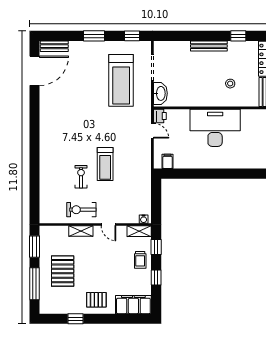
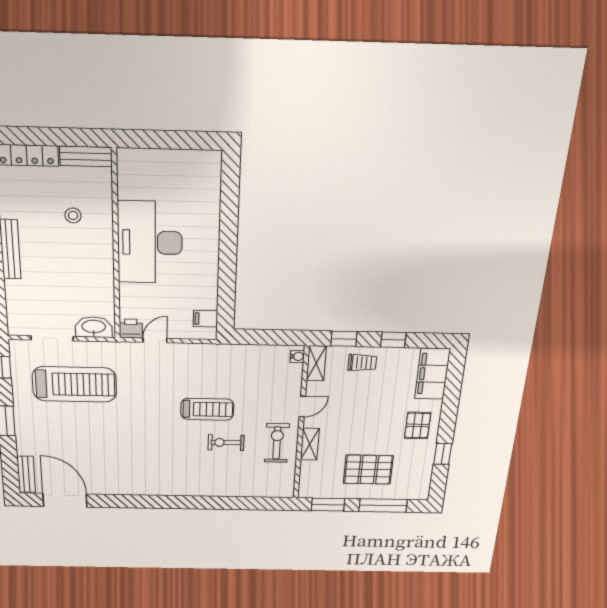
exercise bike: (81, 210) -> (277, 443), turned 180

